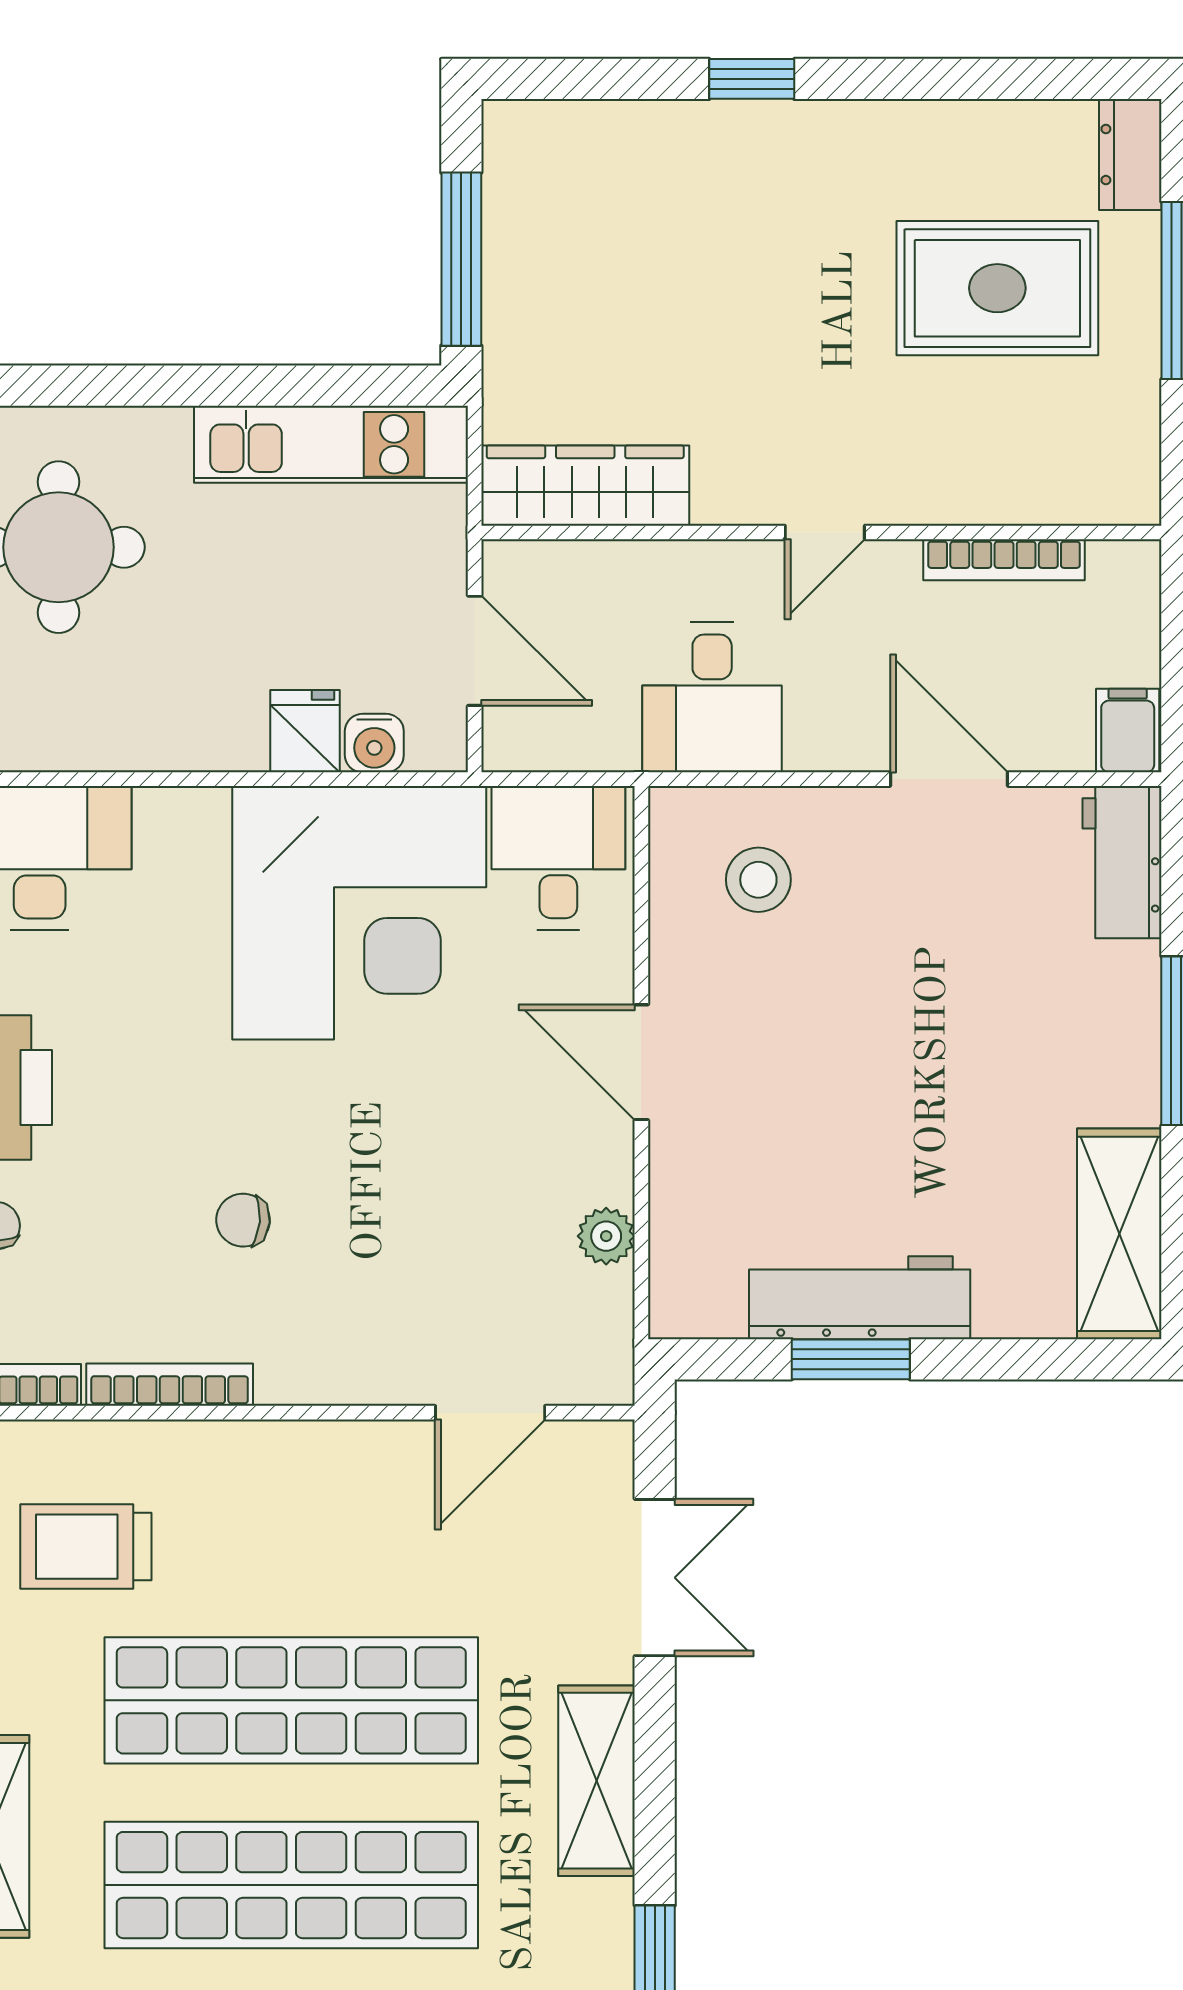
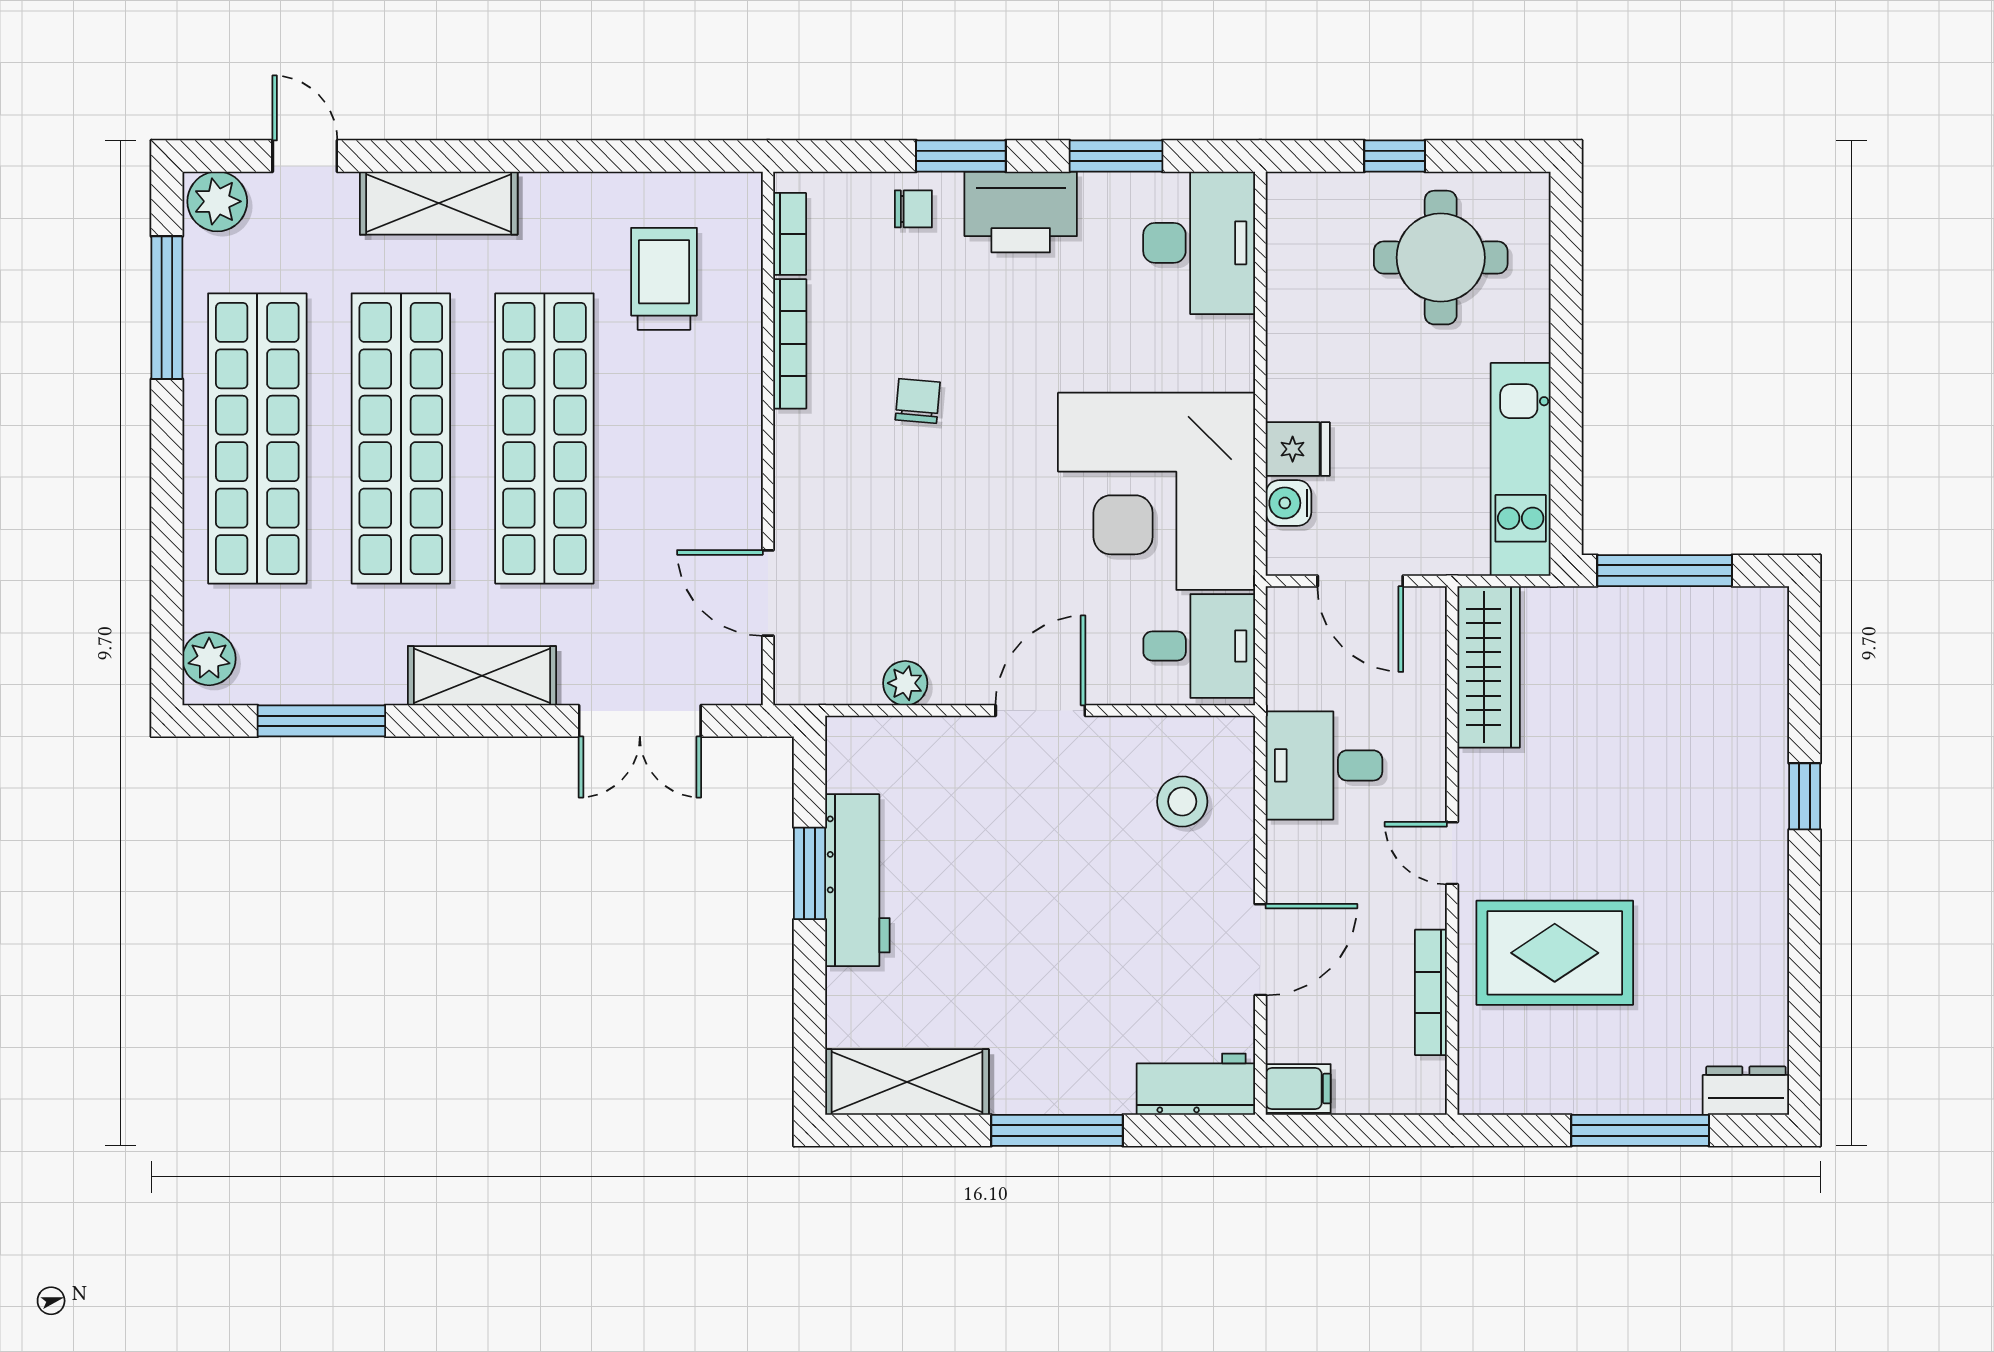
rug: (997, 288) -> (1555, 953), moved, turned 90
door: (475, 651) -> (1360, 581), hinge flipped

